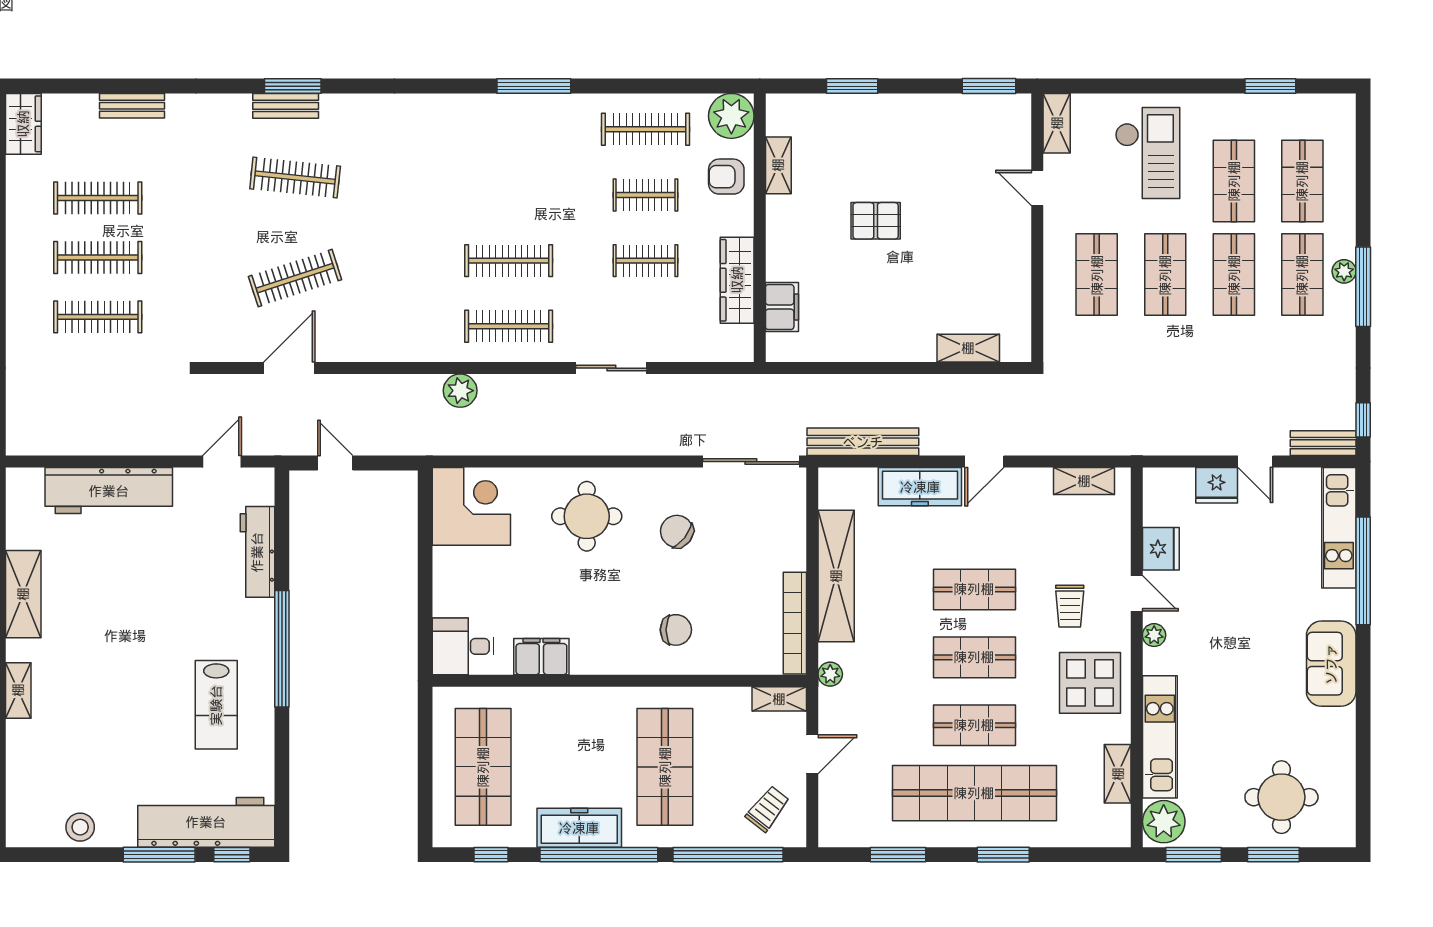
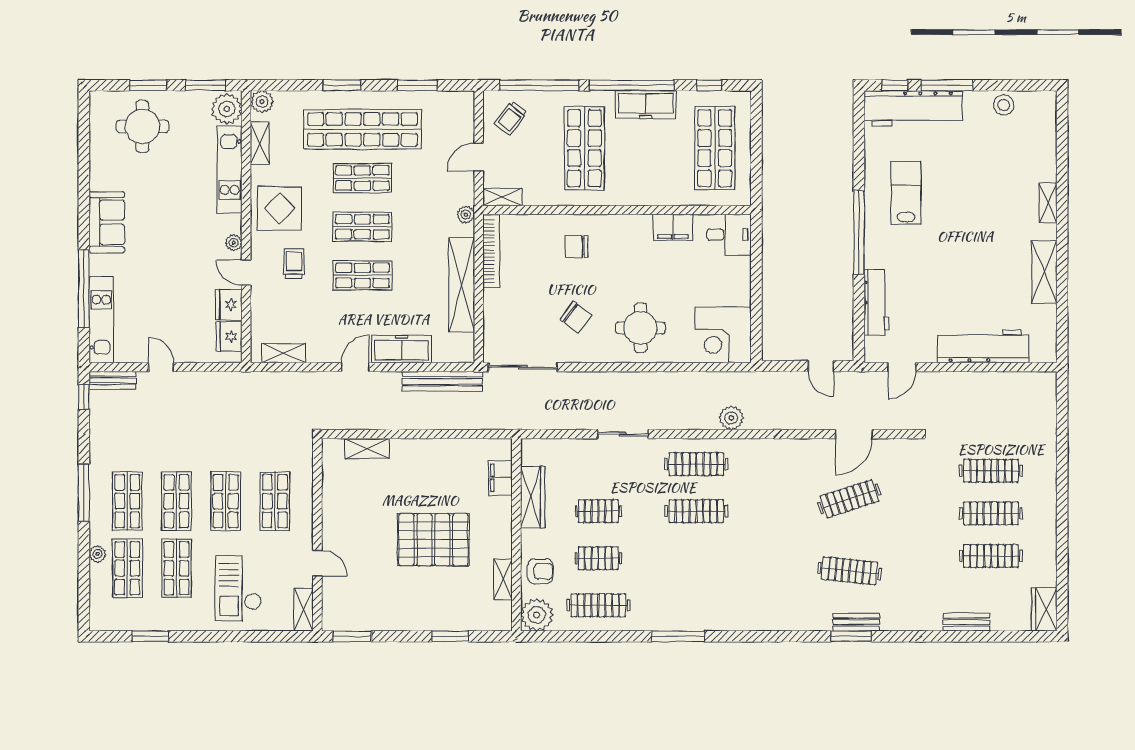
pallet: (876, 221) -> (433, 540), width x2.05, depth x2.00
plant: (1344, 271) -> (97, 554), moved
fridge: (1217, 485) -> (229, 336), moved, turned -90
plant: (1114, 832) -> (262, 102), added

